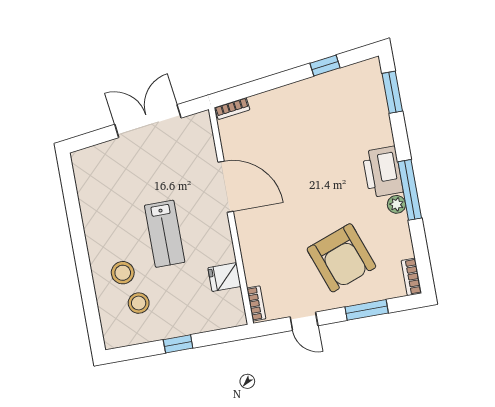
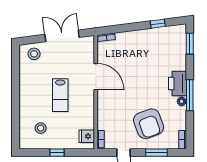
stool: (123, 273) -> (34, 54), moved
fridge: (224, 277) -> (87, 136), moved

